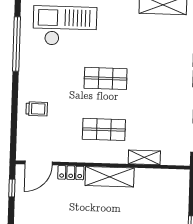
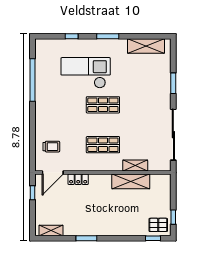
checkout: (65, 26) -> (86, 73), moved
trolley: (37, 109) -> (51, 147), moved
shelving: (110, 177) -> (131, 181), moved

